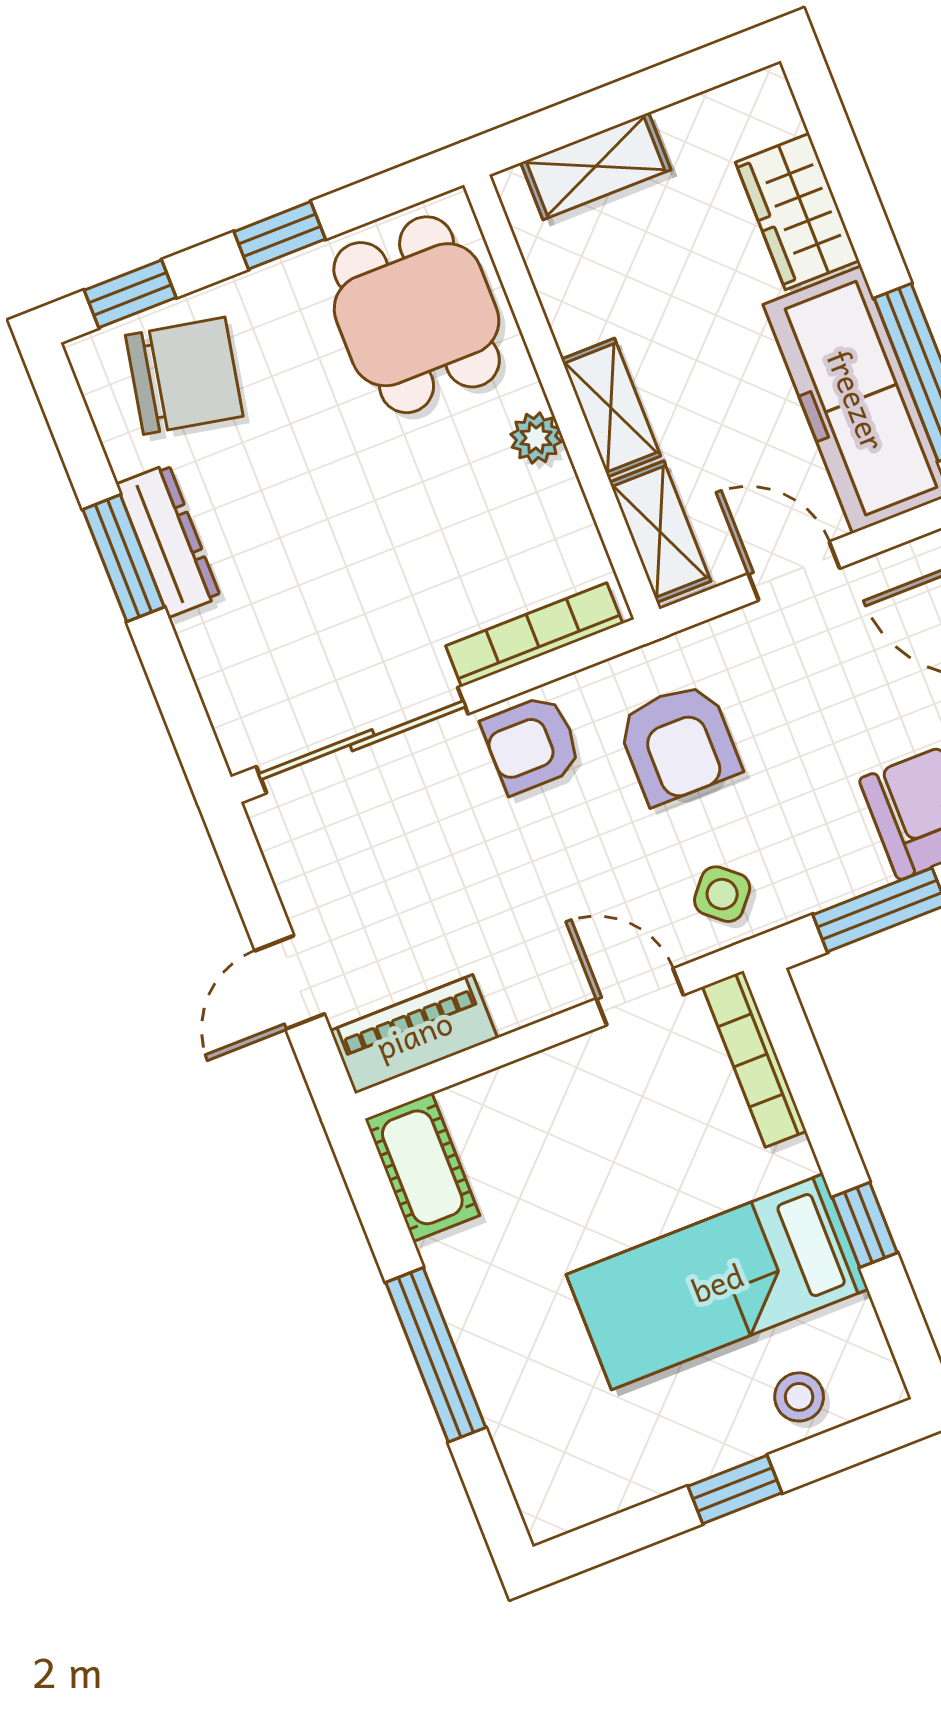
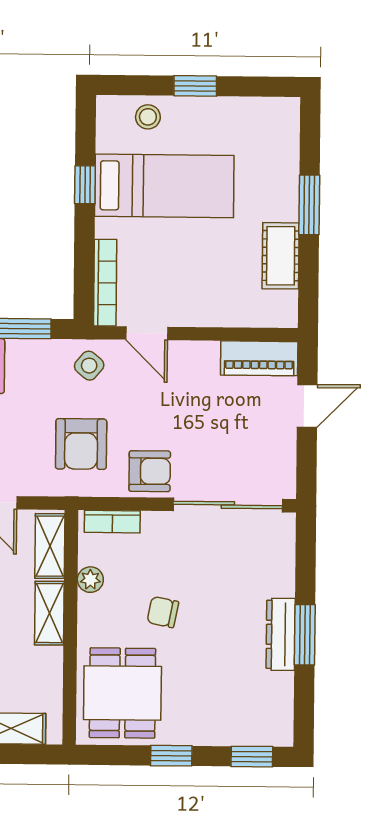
chair: (184, 376) -> (163, 612), moved, width x0.54, depth x0.54
plant: (536, 438) -> (90, 580), moved
bookcase: (534, 635) -> (112, 522), width x0.64
armchair: (679, 743) -> (81, 444), turned 180
cot: (422, 1167) -> (281, 256), moved
window: (436, 1355) -> (309, 205), width x0.69

